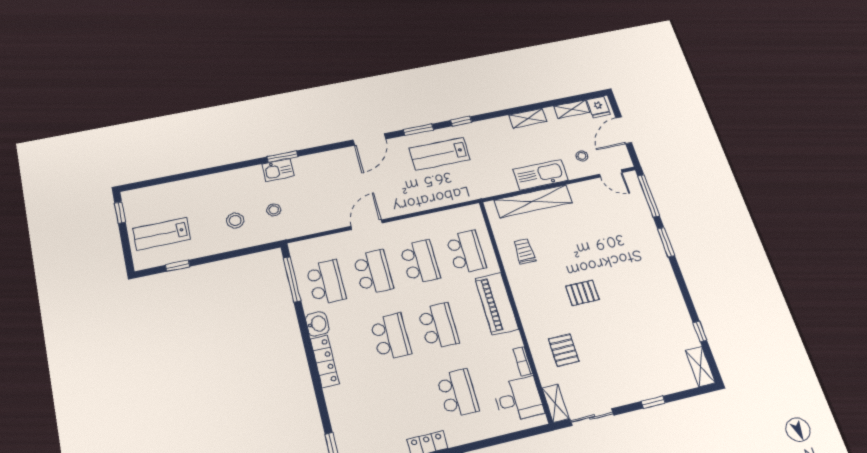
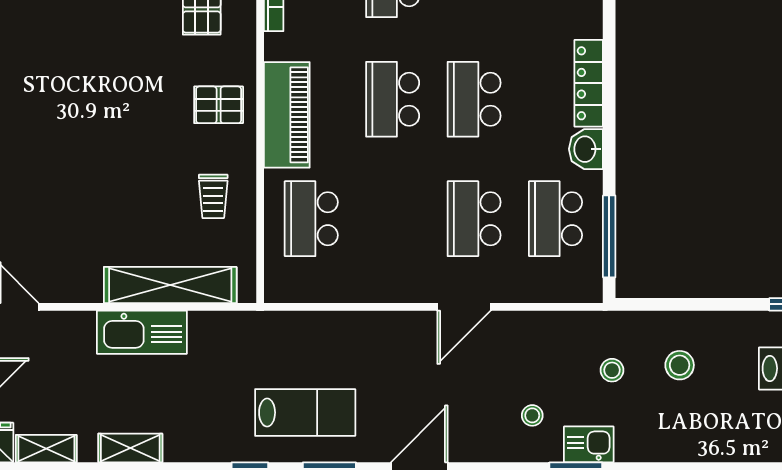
stool: (582, 156) -> (532, 415), moved
school desk: (420, 262) -> (393, 219), removed
pallet: (582, 293) -> (219, 105), moved

